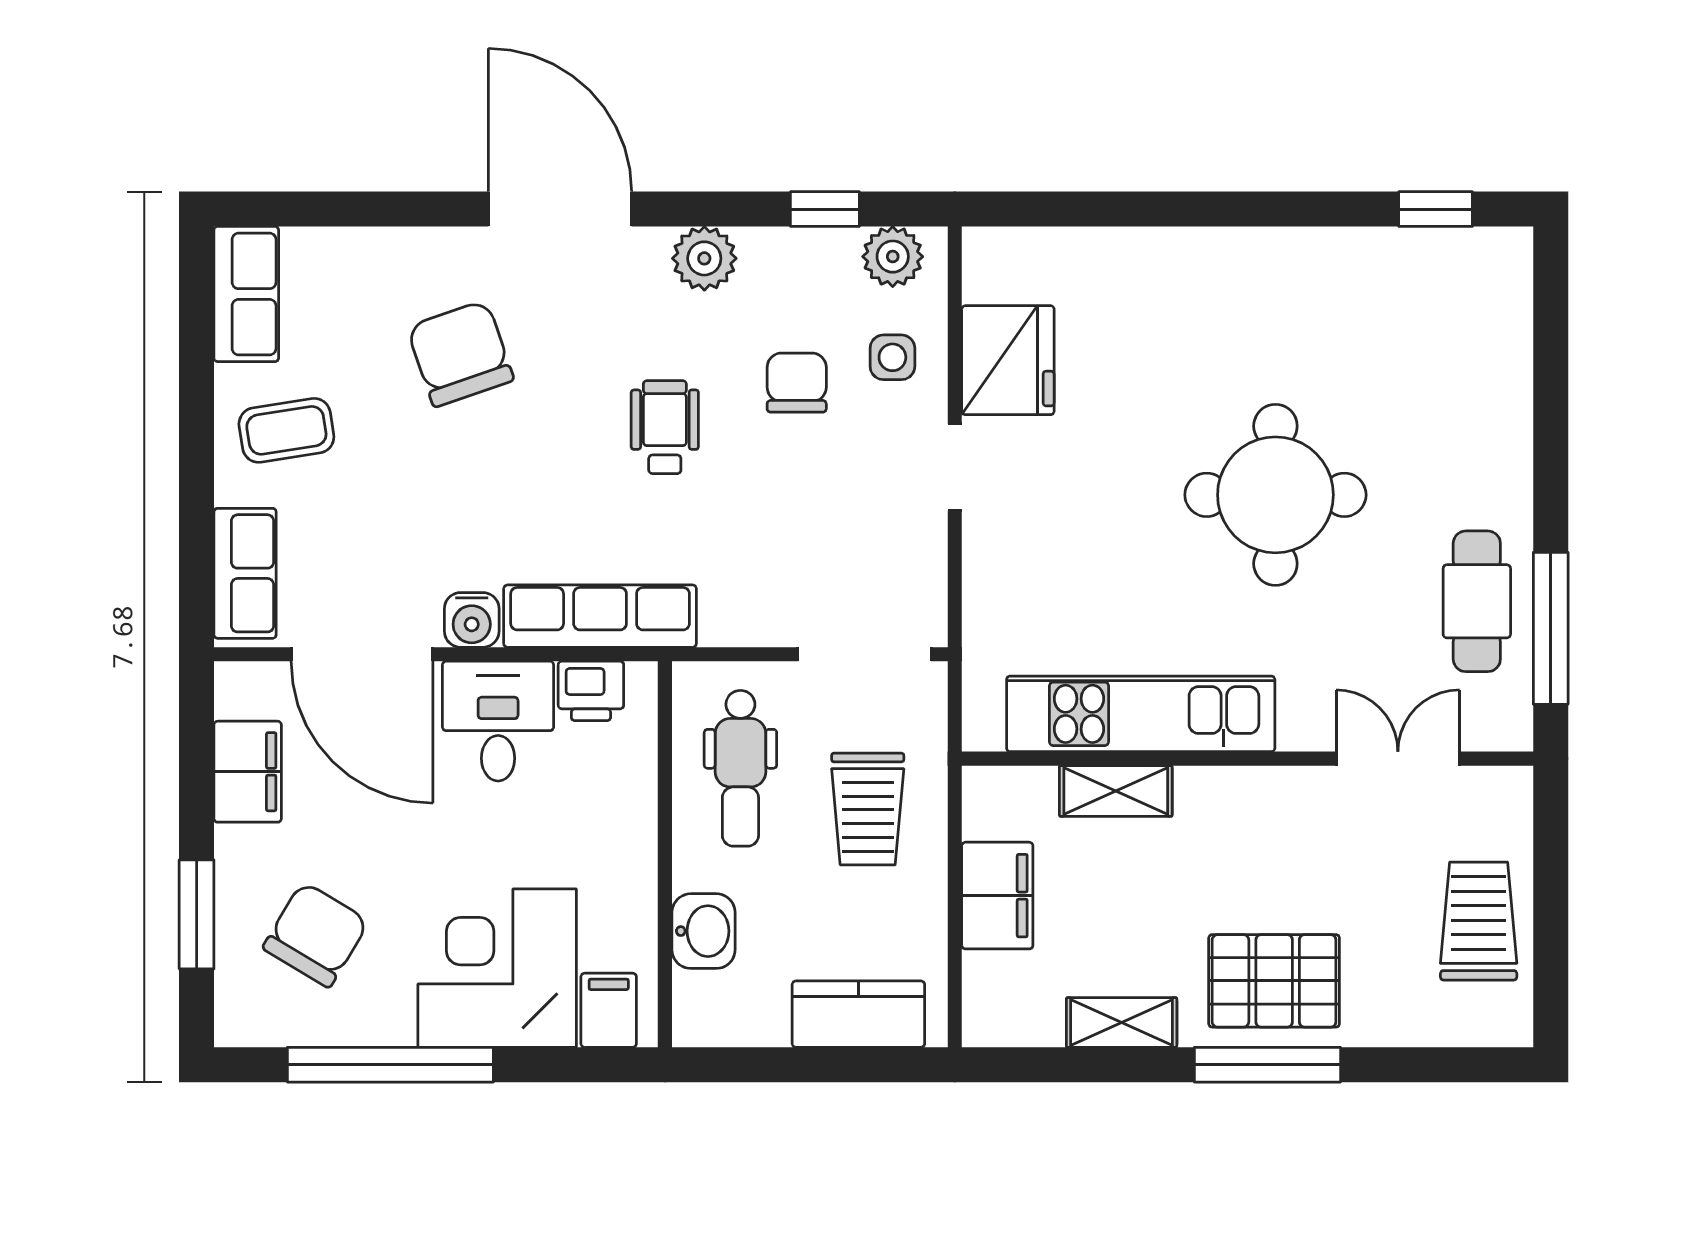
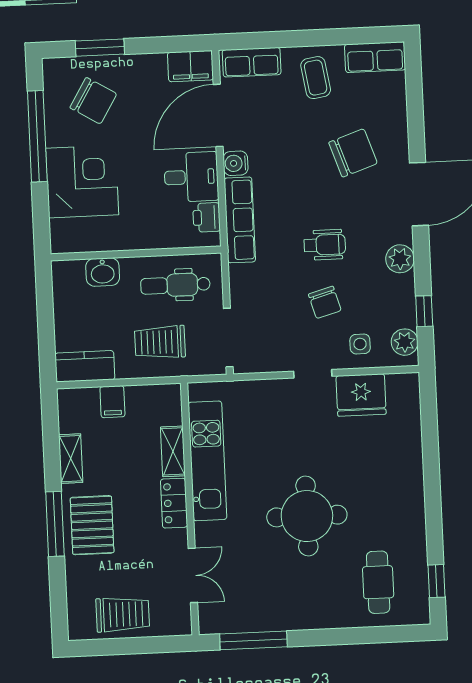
chair: (797, 383) -> (325, 302), moved, turned 74
cafe table: (1477, 601) -> (378, 582), moved, turned 90
filing cabinet: (248, 772) -> (190, 66), moved
locker: (1233, 794) -> (174, 503), added
filing cabinet: (997, 896) -> (112, 402), width x0.50
filing cabinet: (609, 1010) -> (66, 232), removed
kitchen counter: (858, 1014) -> (85, 366), moved, turned -90

